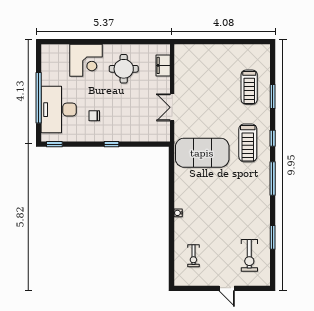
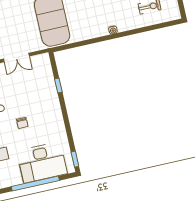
chair: (94, 116) -> (22, 123), moved
window: (112, 144) -> (58, 85), moved

